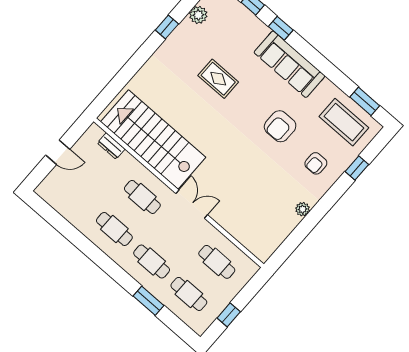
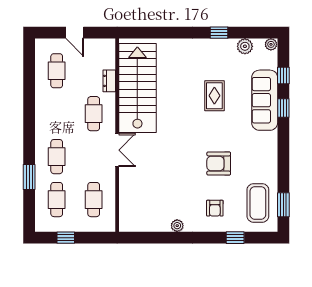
sofa: (289, 64) -> (265, 100), moved
dresser: (111, 146) -> (109, 81), moved
armchair: (316, 163) -> (215, 208), turned -90
cafe table: (114, 229) -> (57, 71), moved

